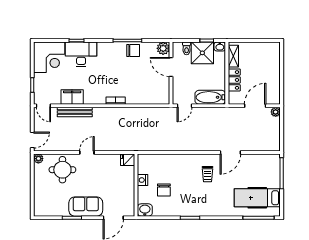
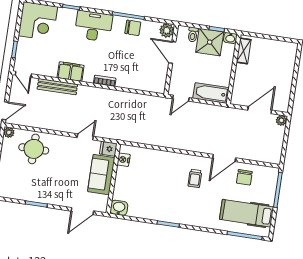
desk: (81, 54) -> (93, 26), moved
locker: (234, 80) -> (241, 78), removed
filing cabinet: (72, 97) -> (71, 72), moved
door: (87, 152) -> (85, 137), moved
nightstand: (143, 180) -> (124, 160), moved
chair: (164, 190) -> (244, 177), moved
sofa: (86, 207) -> (101, 175), moved, turned -90

